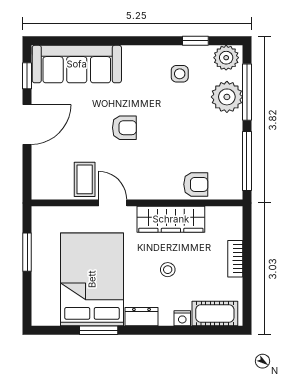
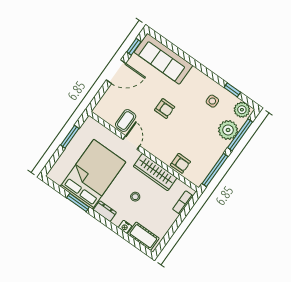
bookcase: (235, 259) -> (183, 203), moved

